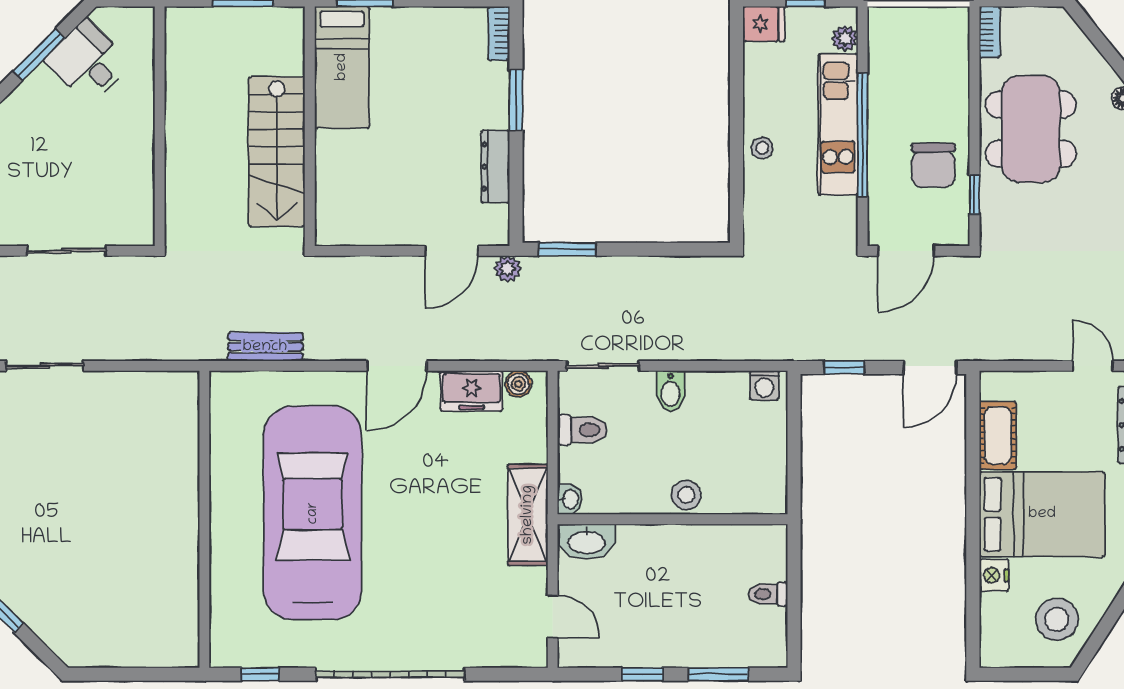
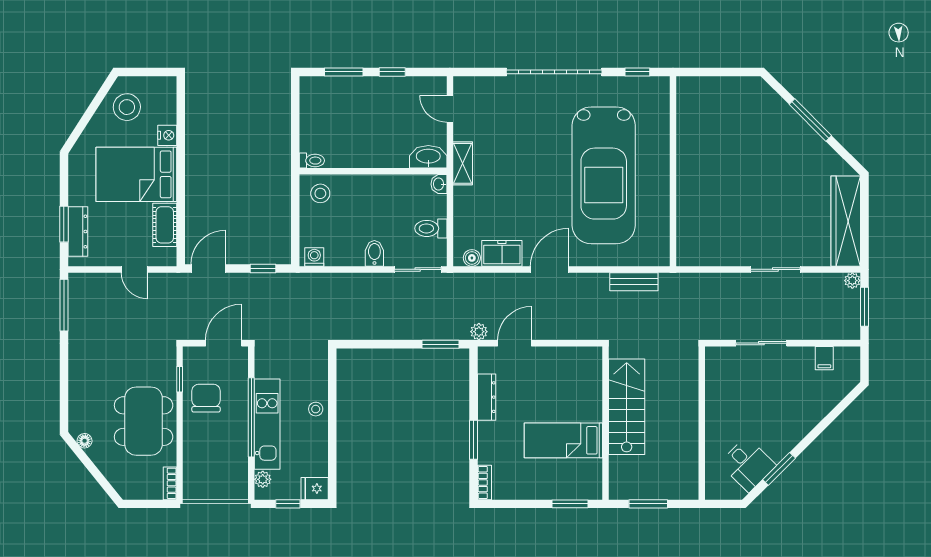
bed: (342, 67) -> (563, 440), moved, turned -90
door: (1093, 366) -> (134, 269), moved
stool: (686, 495) -> (320, 193), moved
shelving: (528, 515) -> (463, 163), width x0.67, depth x0.75
toilet: (768, 594) -> (312, 161), moved

